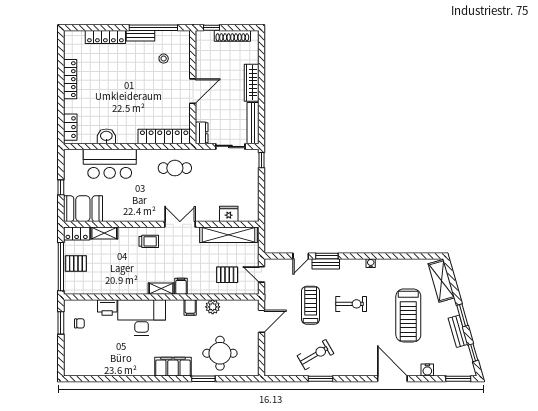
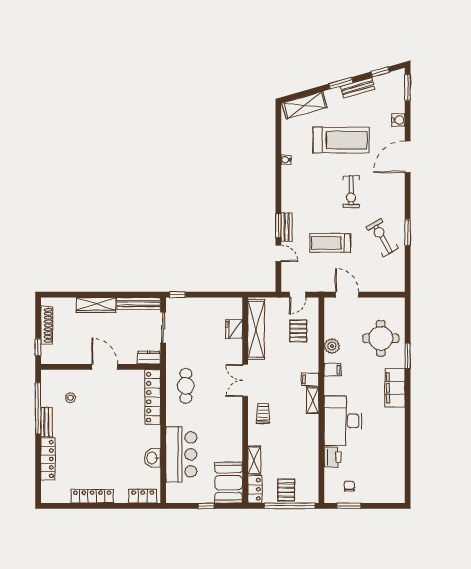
water cooler: (371, 263) -> (286, 160), moved
exercise bike: (351, 304) -> (351, 192), moved, turned 180

